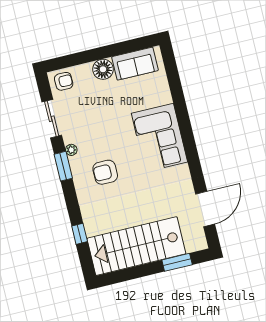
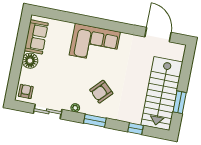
window: (63, 166) -> (95, 121), moved
armchair: (105, 172) -> (101, 92), turned 43
window: (177, 262) -> (180, 102), moved

